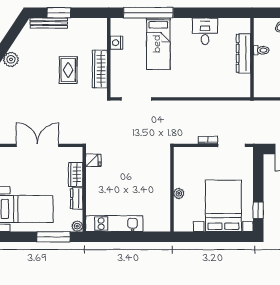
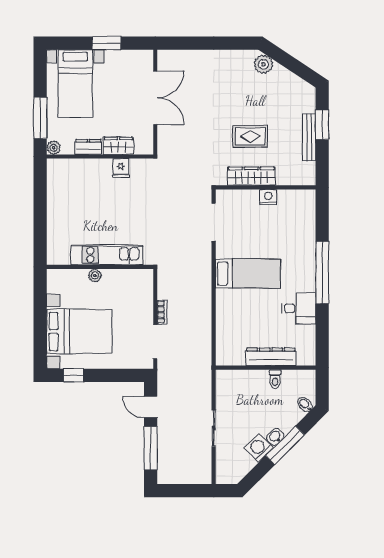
window: (148, 13) -> (322, 273), moved
bench: (49, 23) -> (309, 137), moved
nightstand: (117, 43) -> (268, 197), moved
bed: (158, 44) -> (248, 274), moved, turned 180
fridge: (93, 160) -> (121, 168), moved
kitchen unit: (114, 224) -> (107, 255), moved, turned -90

